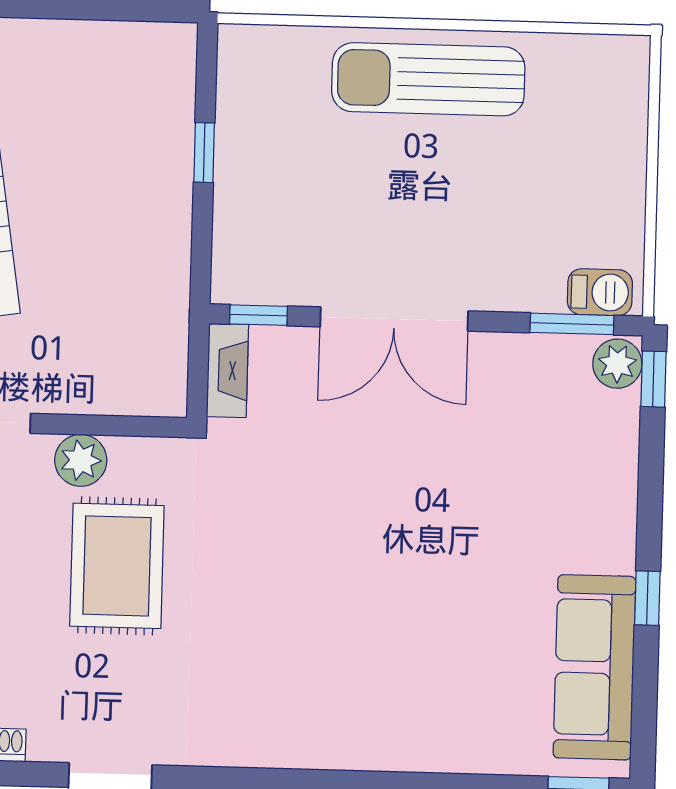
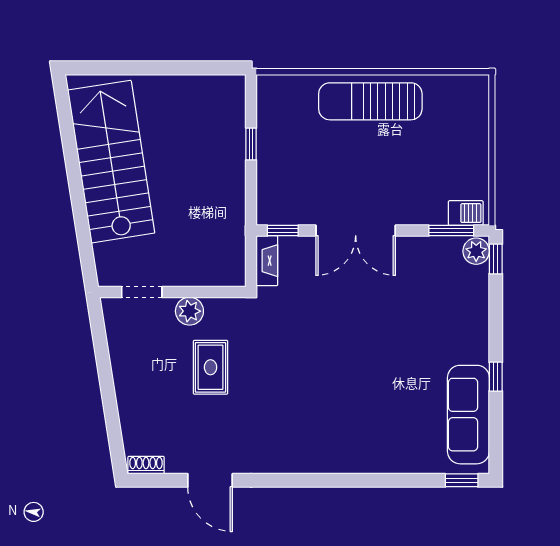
rug: (117, 566) -> (211, 367), width x0.73, depth x0.70

